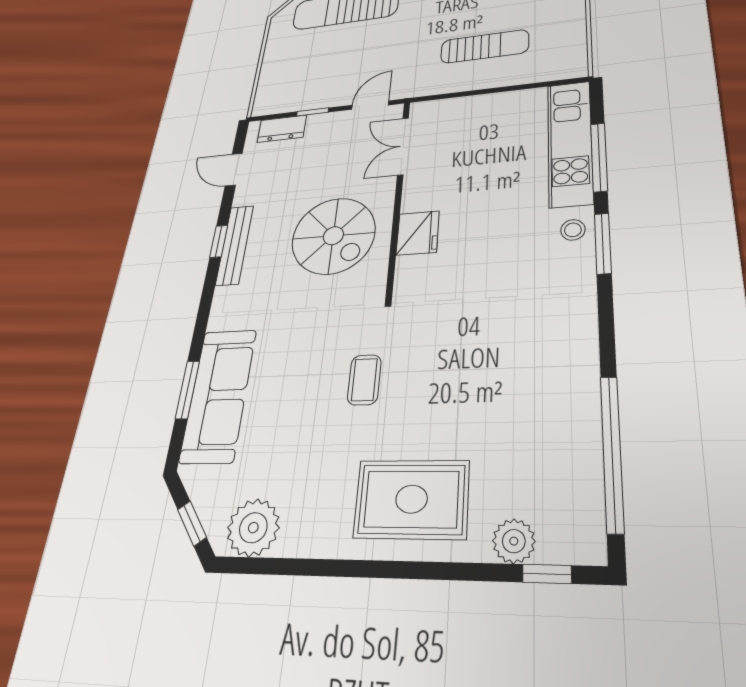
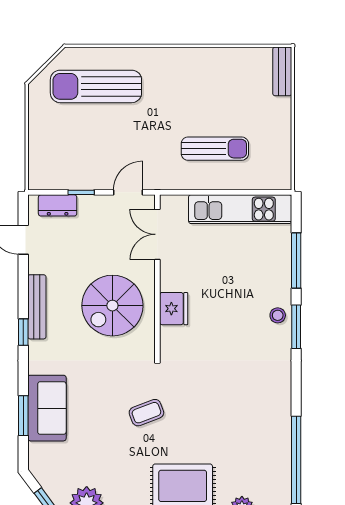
kitchen unit: (570, 143) -> (240, 209), moved, turned -90
spiral stairs: (333, 236) -> (112, 306), turned 90
window: (219, 241) -> (23, 332), moved
coffee table: (364, 380) -> (146, 413), turned 69
sofa: (219, 395) -> (47, 408), width x0.73

